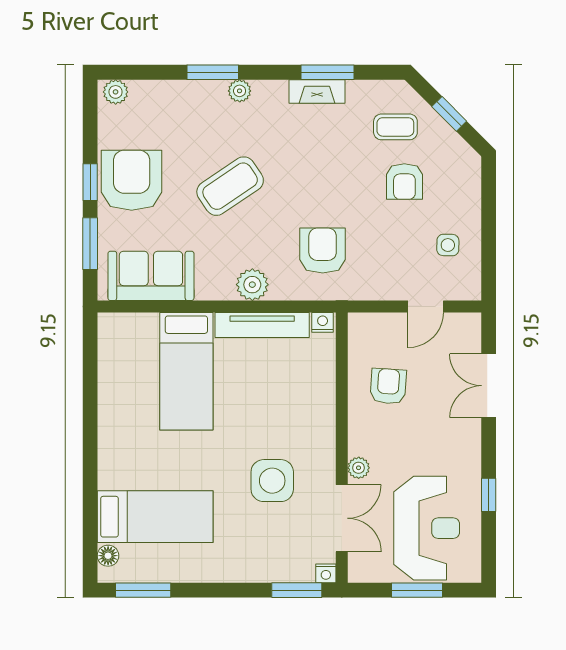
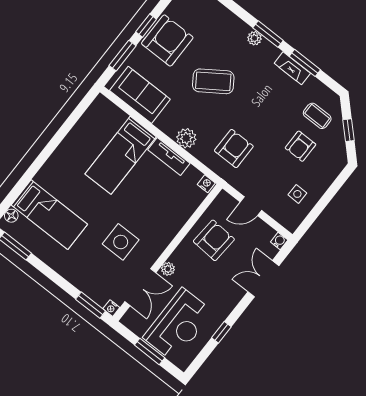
window: (213, 72) -> (268, 34), moved
door: (426, 306) -> (251, 206), moved
water cooler: (471, 322) -> (279, 241), added
tv unit: (262, 325) -> (169, 157), width x0.71
armchair: (388, 386) -> (214, 240), width x1.38, depth x1.38

